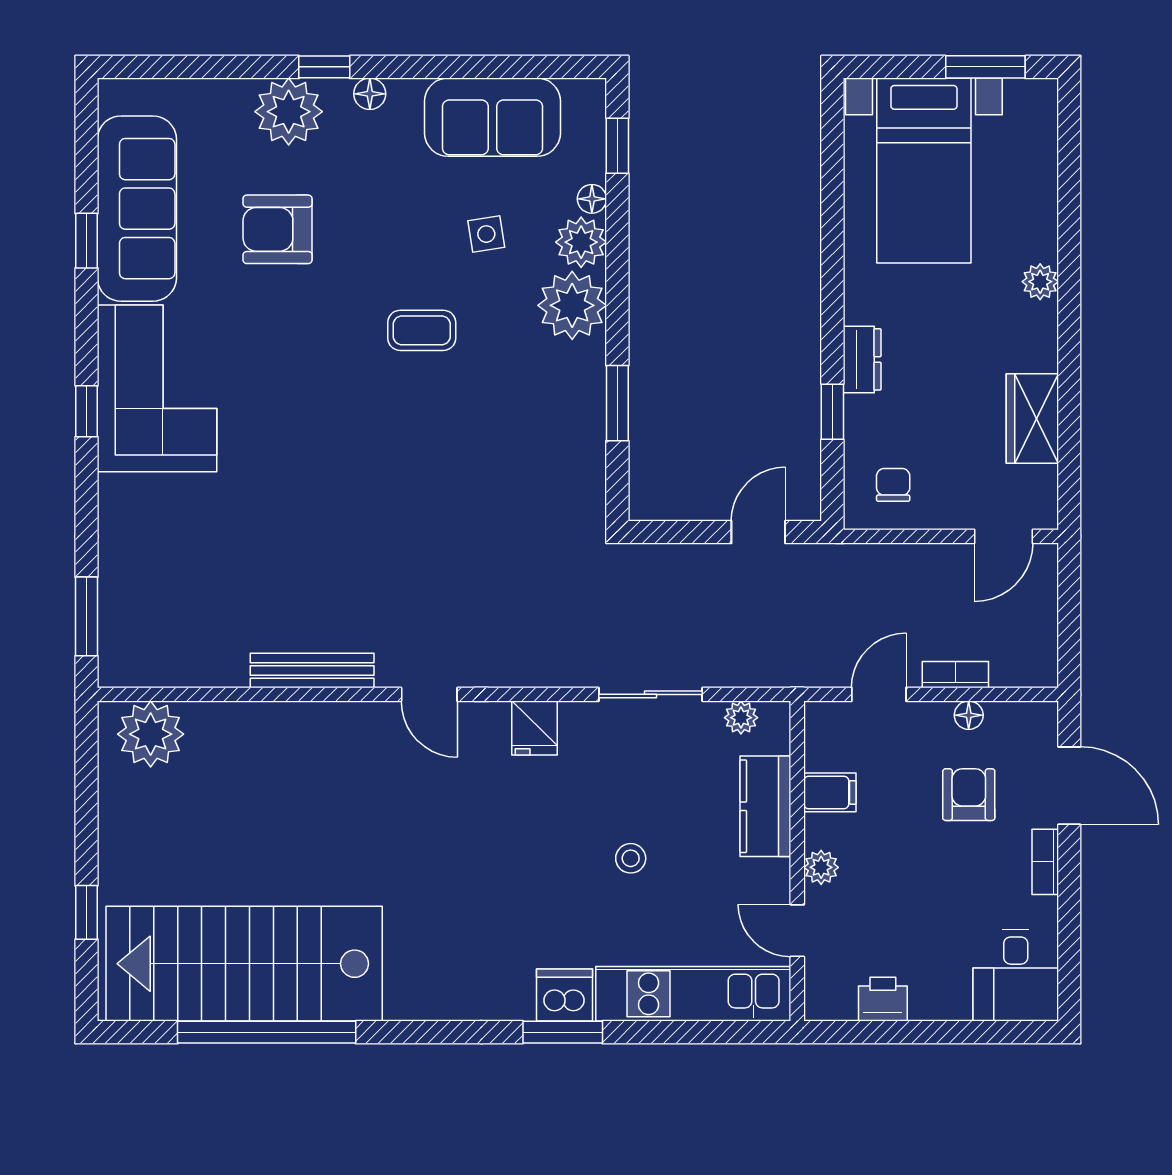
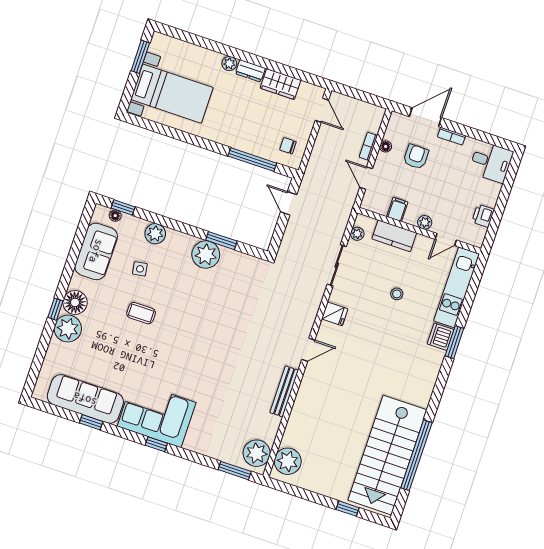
floor lamp: (370, 94) -> (75, 302), width x1.89, depth x1.89
floor lamp: (592, 199) -> (115, 216), moved
armchair: (278, 229) -> (111, 348), removed
plant: (572, 305) -> (206, 255), moved
coffee table: (422, 330) -> (141, 313), moved, turned 90
dresser: (862, 359) -> (250, 71), moved, turned 180
window: (832, 412) -> (252, 160), width x2.17
plant: (145, 655) -> (257, 453), added
armchair: (969, 795) -> (416, 157), turned 90

